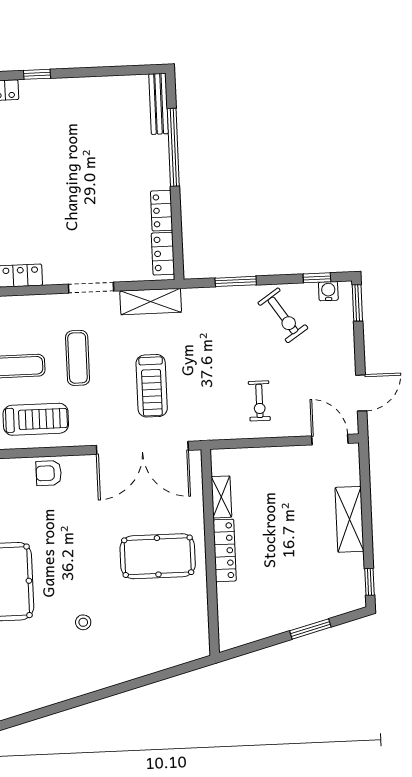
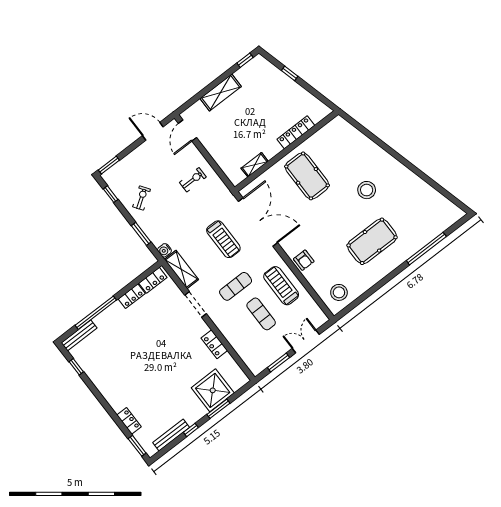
window: (37, 74) -> (76, 367), moved
water cooler: (328, 291) -> (164, 250), moved
exercise bike: (283, 315) -> (142, 198), width x0.73, depth x0.72
treadmill: (152, 386) -> (223, 239), turned 90
locker: (225, 550) -> (296, 132), moved
stool: (83, 622) -> (367, 190), width x1.89, depth x1.89
window: (310, 629) -> (290, 73), width x0.67

